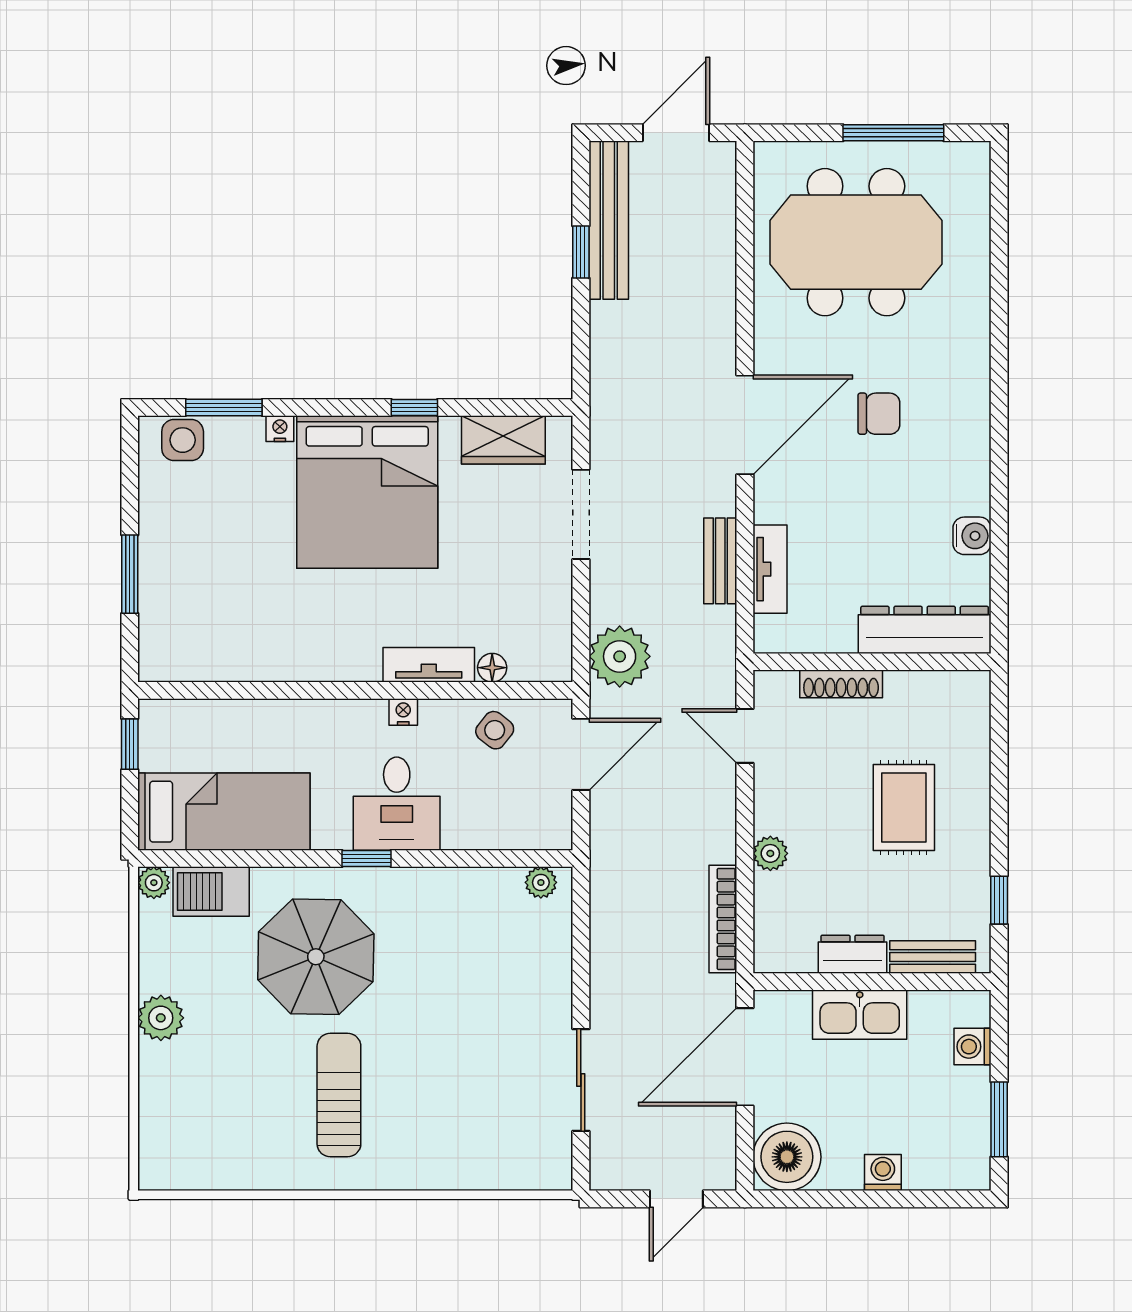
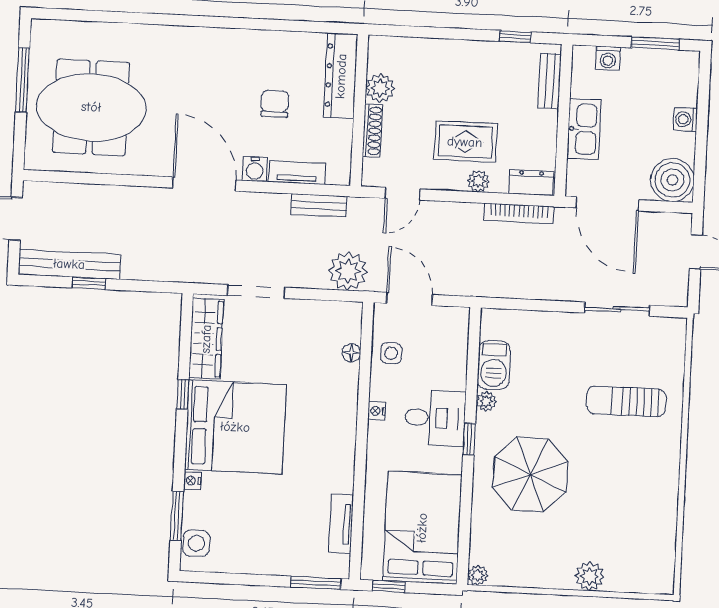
meeting table: (856, 242) -> (91, 107), turned 90
chair: (879, 414) -> (275, 104), moved
wardrobe: (503, 440) -> (206, 339), width x1.50
water cooler: (972, 536) -> (255, 169), moved, turned 180
bench: (720, 561) -> (319, 205), moved
window: (130, 574) -> (316, 583), moved
tv unit: (429, 665) -> (341, 524), moved
plant: (908, 693) -> (380, 88), added
side table: (495, 730) -> (391, 353), turned -38
rug: (904, 808) -> (465, 142), moved
bed: (224, 812) -> (422, 528), width x1.50
plant: (541, 882) -> (486, 401), moved
barbecue: (211, 892) -> (494, 365), moved
dresser: (853, 954) -> (531, 183), moved, turned 90
plant: (161, 1018) -> (590, 576), moved
sun lounger: (339, 1095) -> (626, 401), moved

